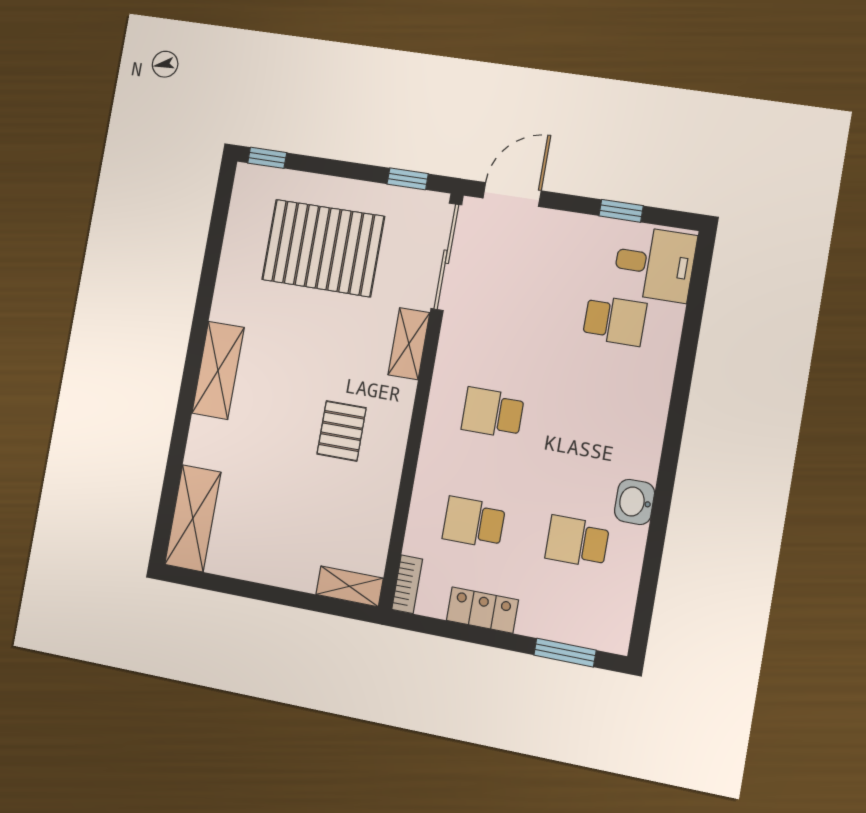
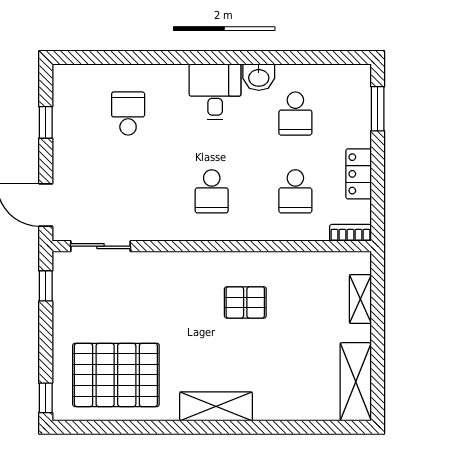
pallet: (323, 248) -> (116, 375), moved, turned 90
sliding door: (446, 257) -> (101, 246), width x0.73
desk: (654, 264) -> (215, 92), moved
shelving: (409, 344) -> (171, 263), removed
shelving: (193, 518) -> (356, 382), moved, turned 90
shelving: (350, 586) -> (360, 299), moved

